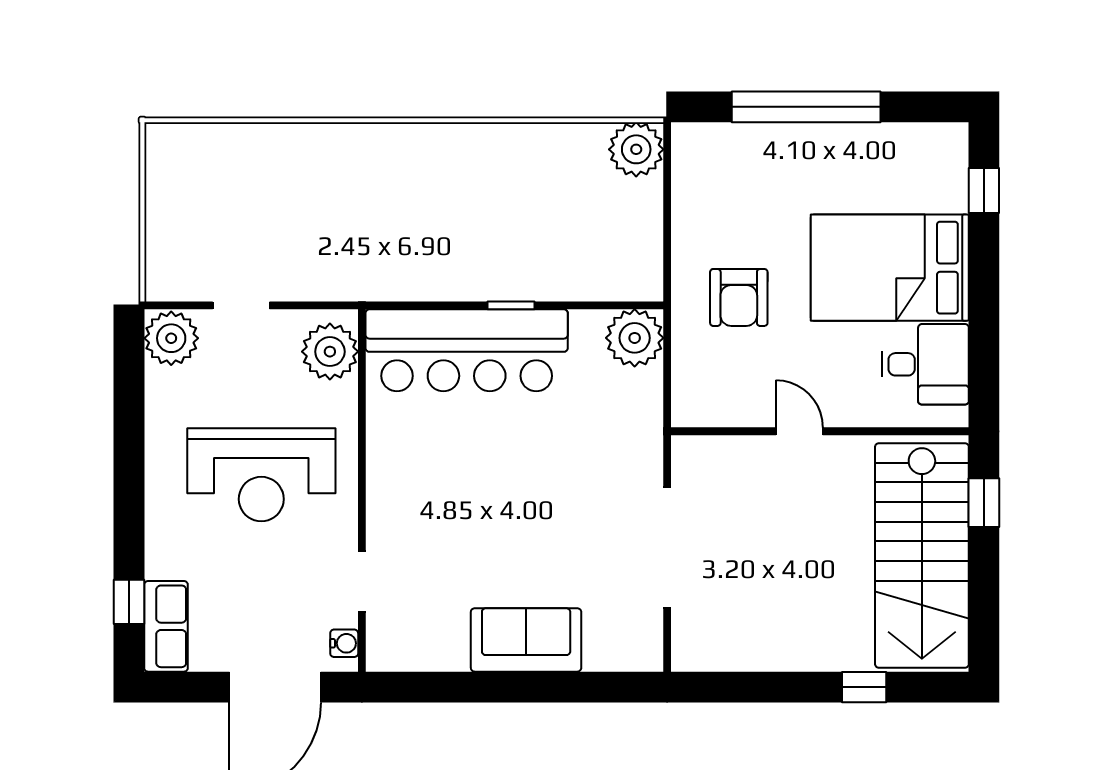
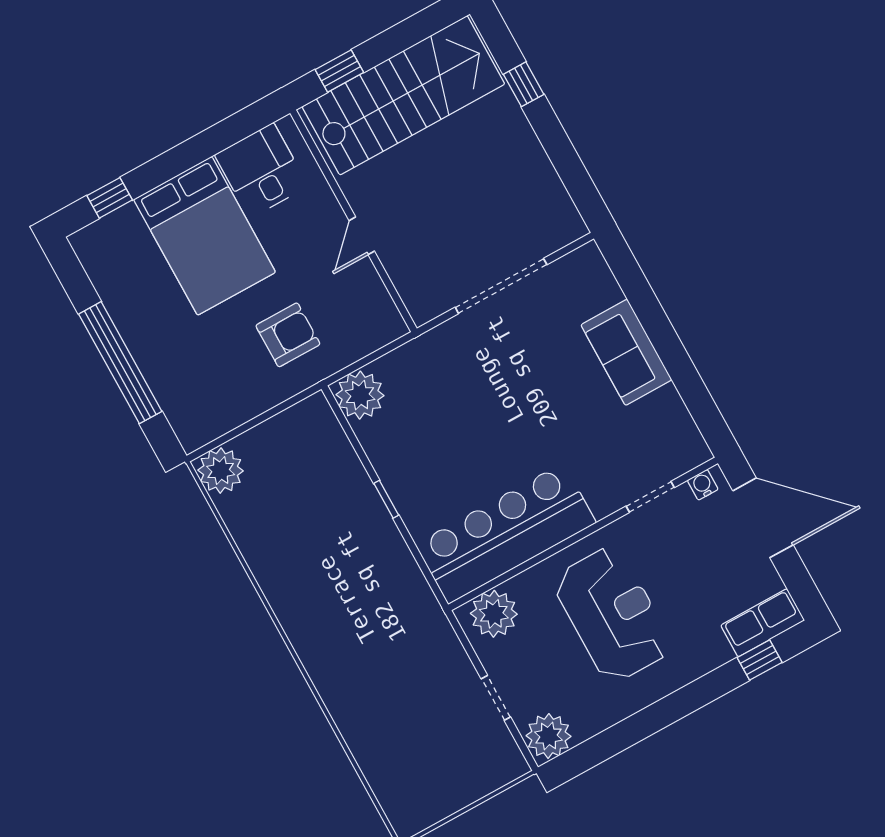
bar counter: (467, 350) -> (506, 533), moved, turned -90

